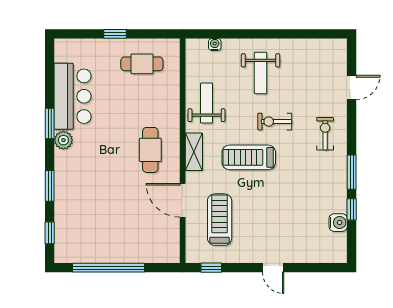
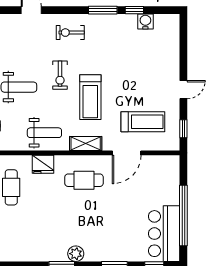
bar counter: (73, 96) -> (164, 234), moved, turned -90
fridge: (169, 101) -> (43, 164), added
weight bench: (207, 103) -> (44, 133), turned 180
treadmill: (220, 220) -> (143, 122), turned 180
door: (273, 268) -> (183, 90), moved

